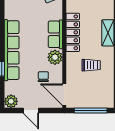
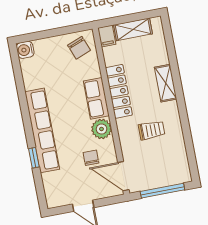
plant: (11, 101) -> (54, 199), removed

